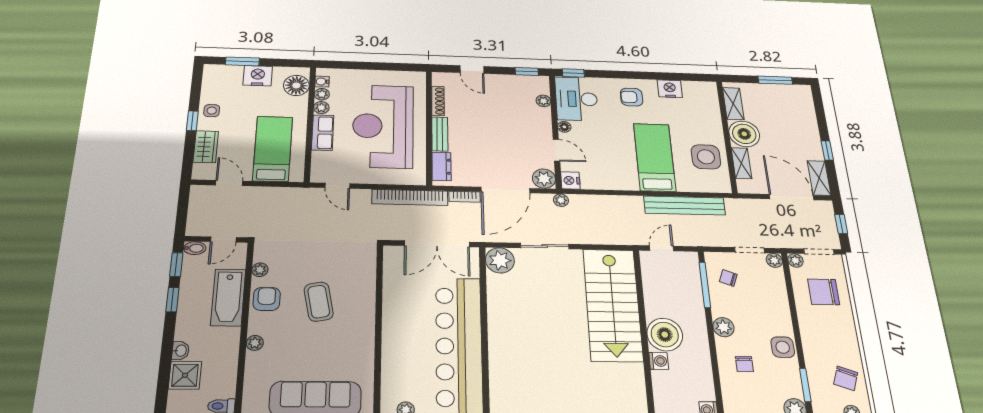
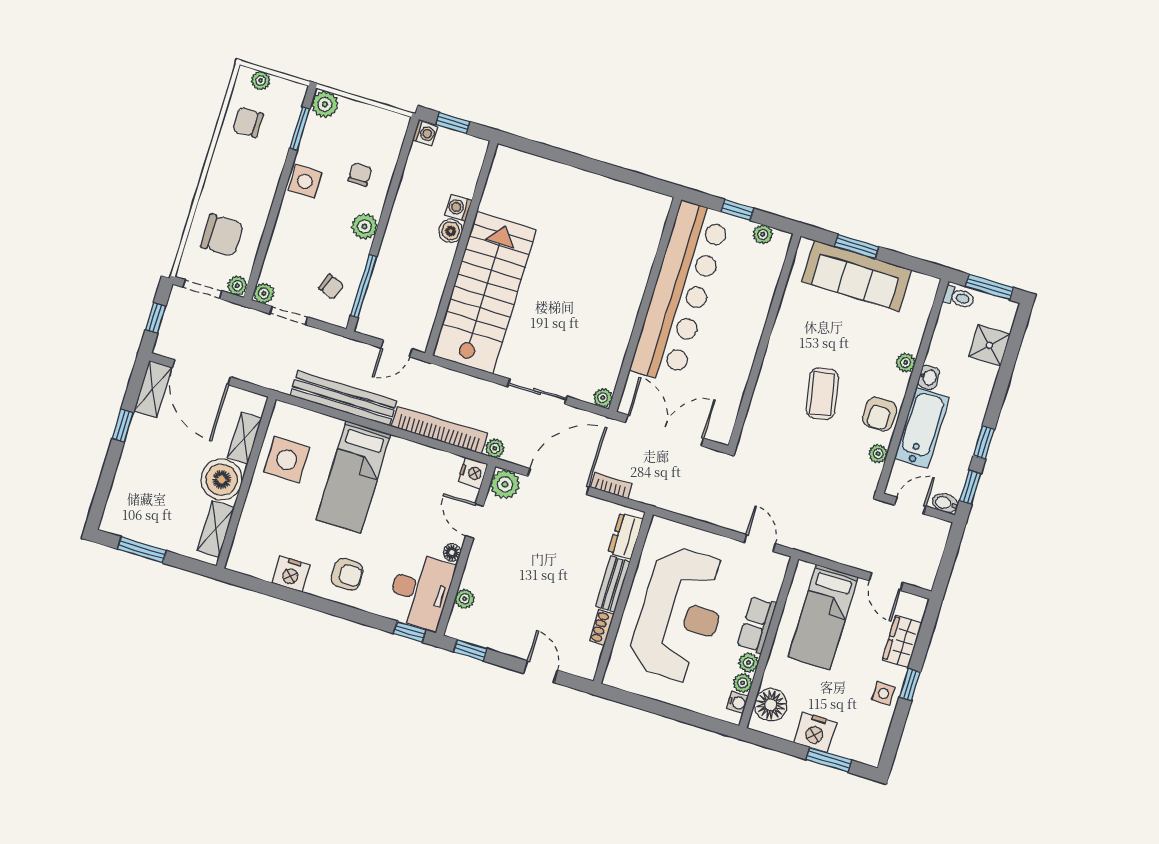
shoe rack: (438, 101) -> (602, 628), width x0.70
bookcase: (410, 197) -> (439, 430), moved
plant: (500, 260) -> (603, 398), width x0.53, depth x0.53
boiler: (665, 335) -> (451, 231), width x0.54, depth x0.54
washbasin: (181, 351) -> (929, 377), moved, turned 180
chair: (846, 378) -> (248, 122), turned -110

